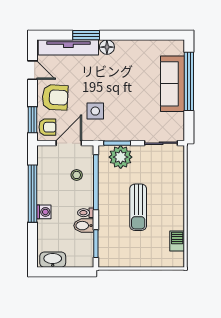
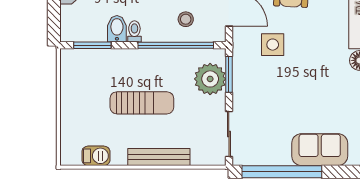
window: (189, 81) -> (282, 172), moved
sofa: (173, 84) -> (320, 150), width x0.73
bench: (178, 195) -> (159, 157), added
sun lounger: (138, 207) -> (142, 103), turned 180

